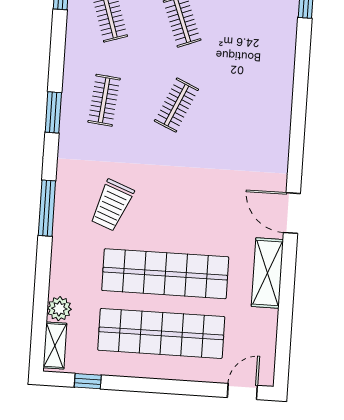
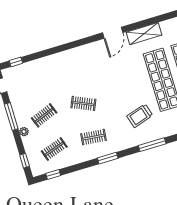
trolley: (112, 205) -> (140, 116), turned 142

